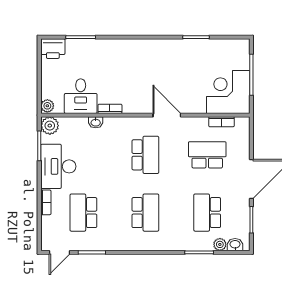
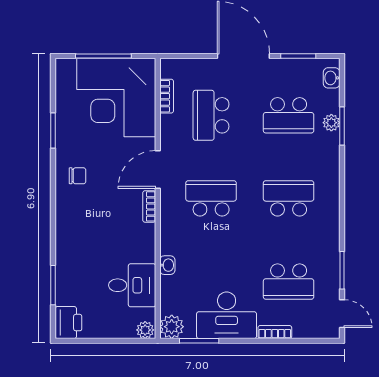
chair: (162, 55) -> (78, 176), added
corner desk: (228, 92) -> (116, 98), width x1.36, depth x1.36
bookcase: (110, 109) -> (149, 206), moved
plant: (220, 244) -> (331, 123), moved

